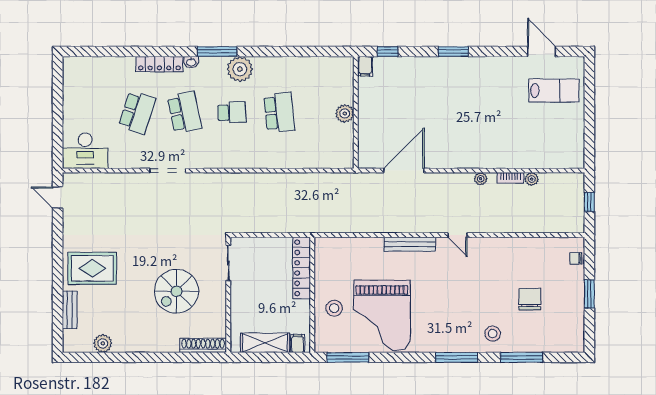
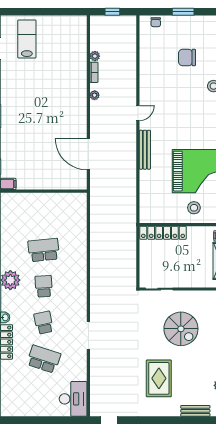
school desk: (184, 112) -> (44, 323), width x0.54
plant: (345, 113) -> (44, 200), removed
rug: (92, 268) -> (159, 378), moved

